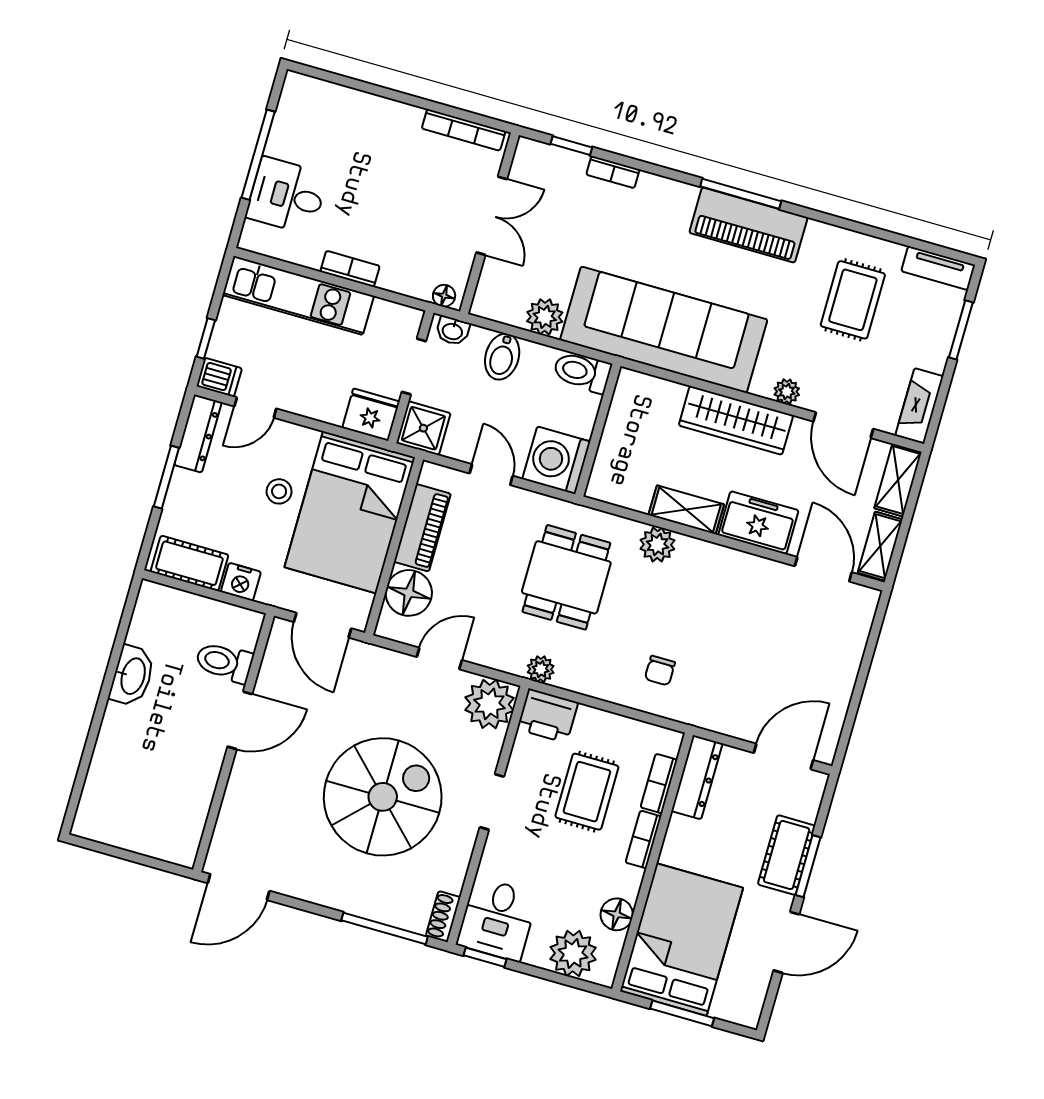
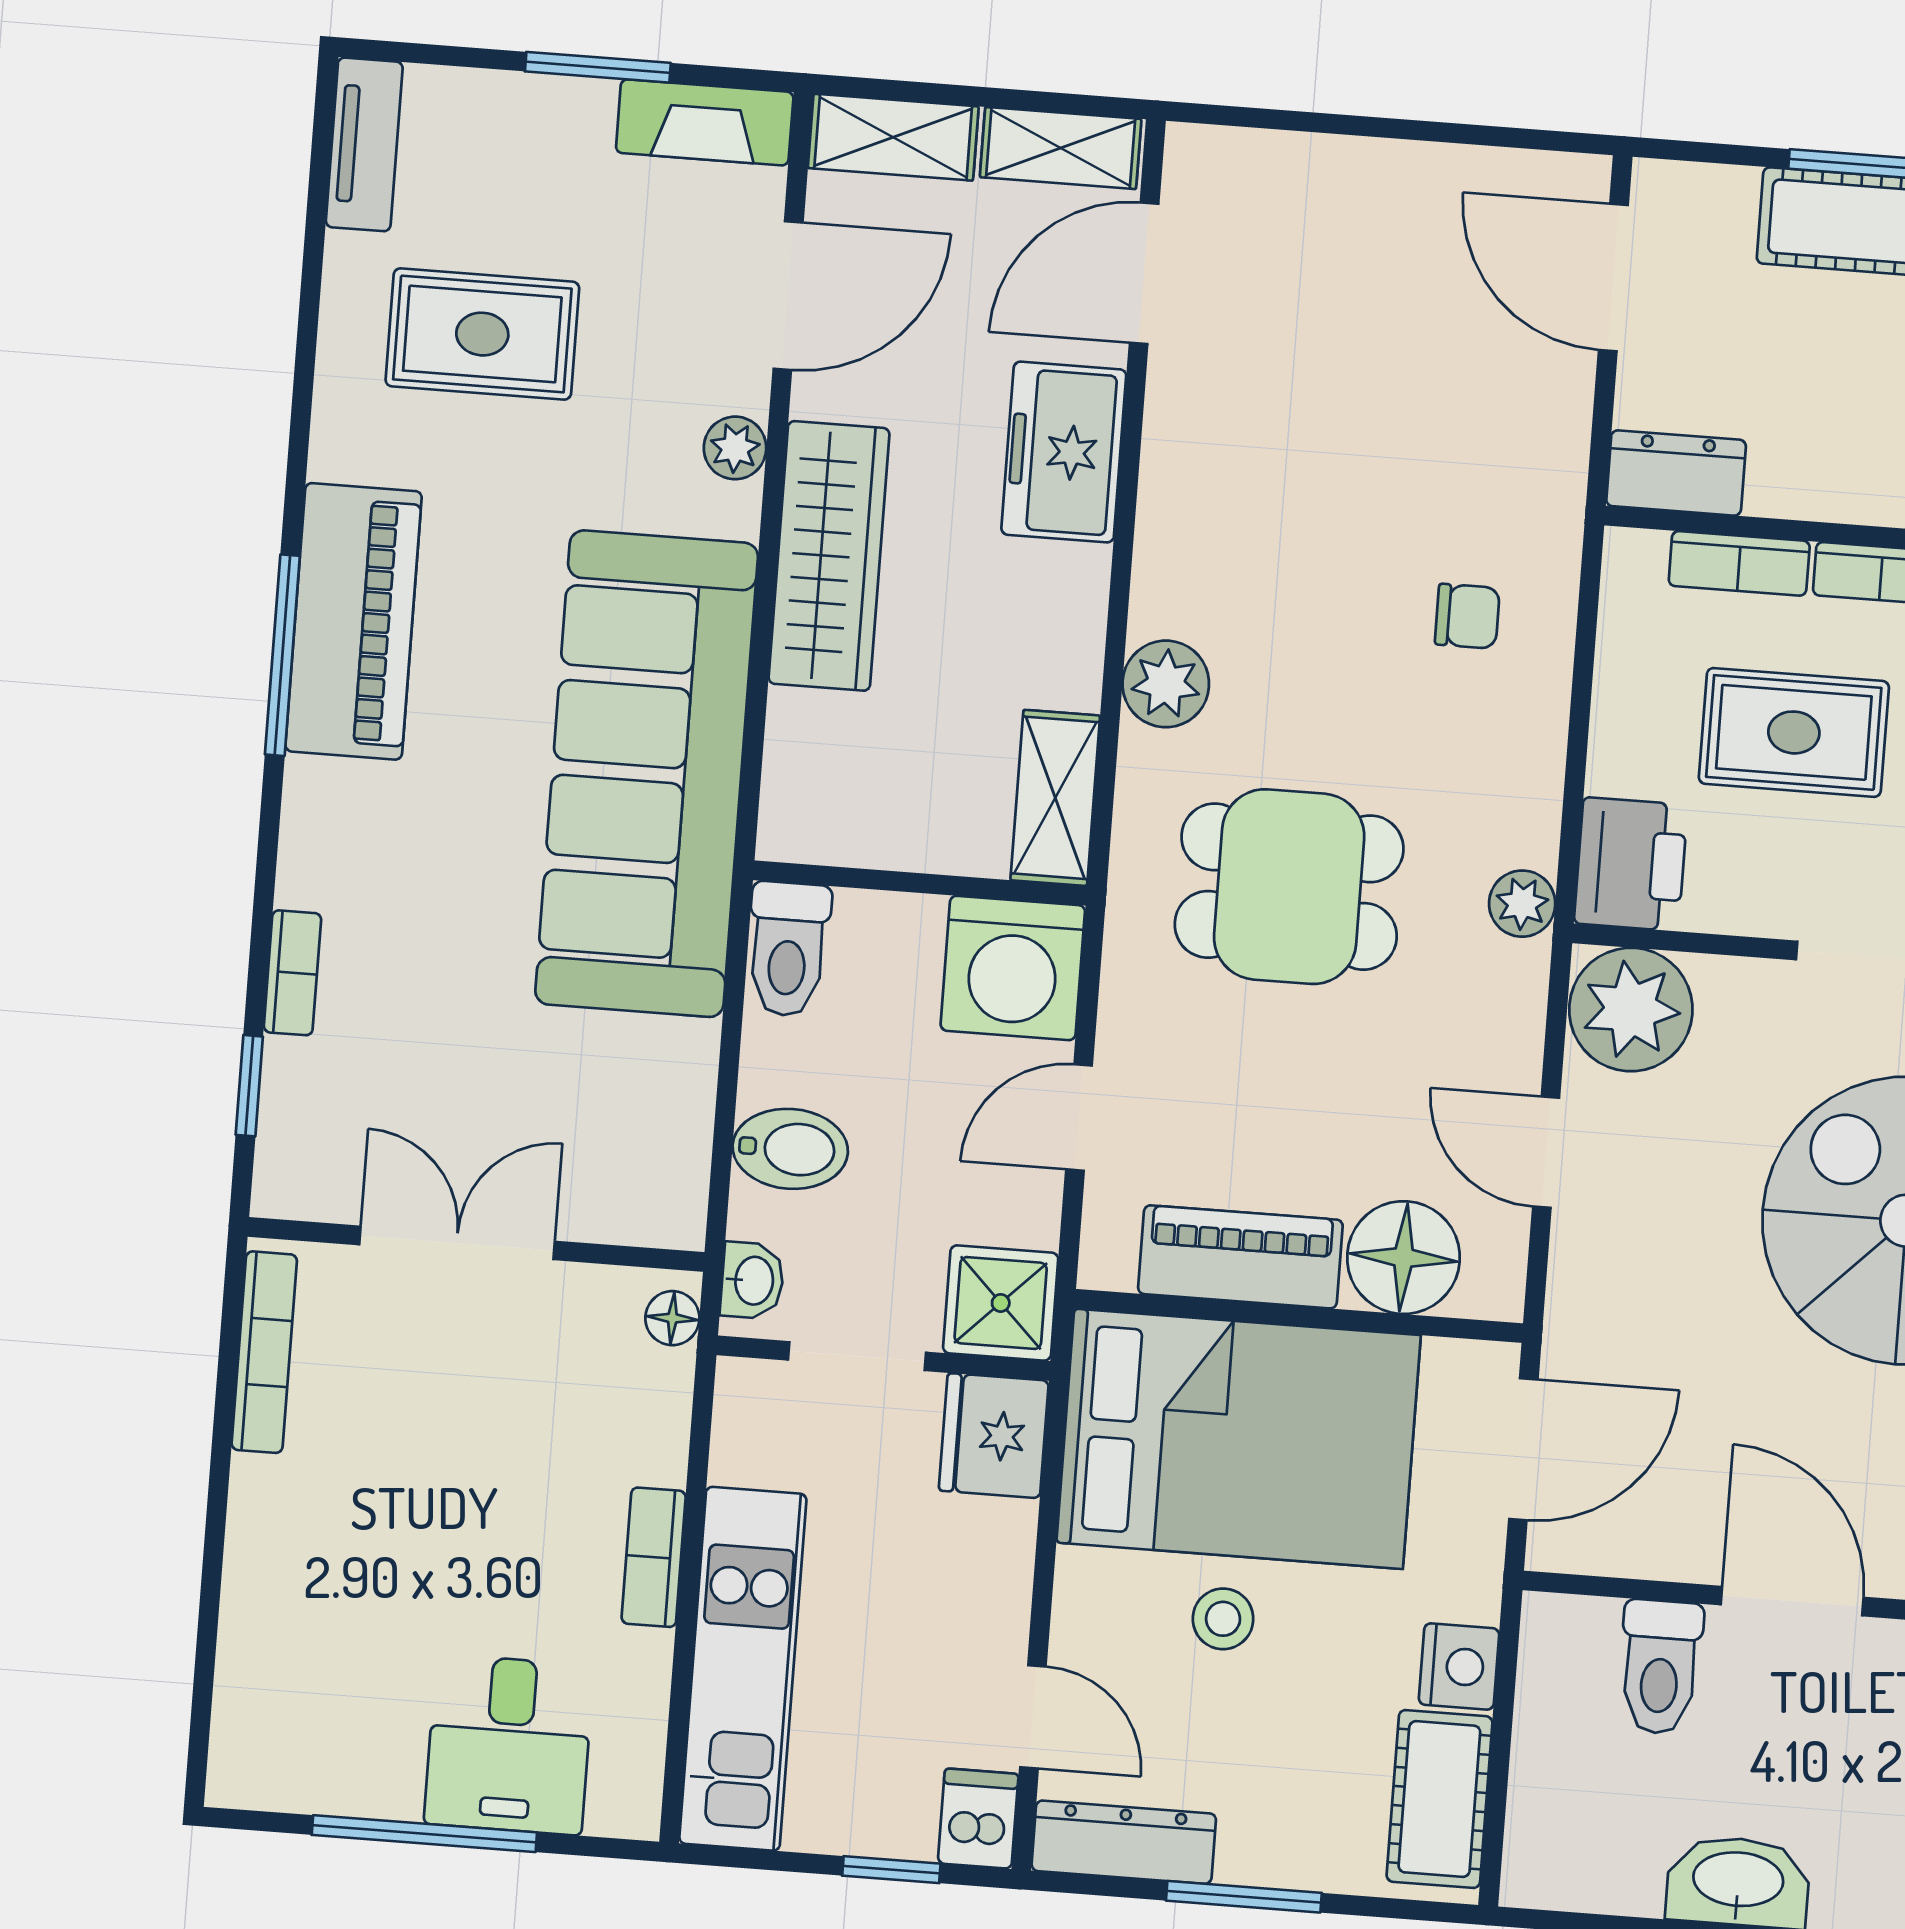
plant: (545, 317) -> (674, 1066), removed
window: (961, 330) -> (598, 67), moved
shelving: (686, 510) -> (1055, 798), moved
dresser: (697, 777) -> (1676, 473), width x0.70

